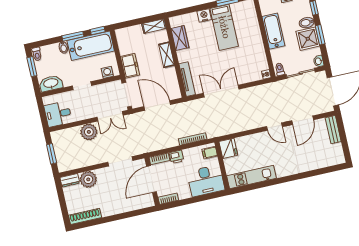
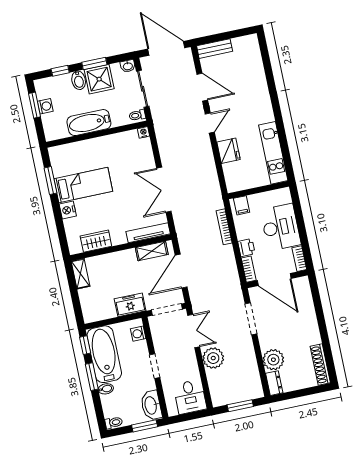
shelving: (167, 55) -> (152, 251), moved
window: (32, 67) -> (145, 426), moved
fridge: (228, 148) -> (228, 151), moved, turned 90
desk: (206, 181) -> (281, 227), moved

